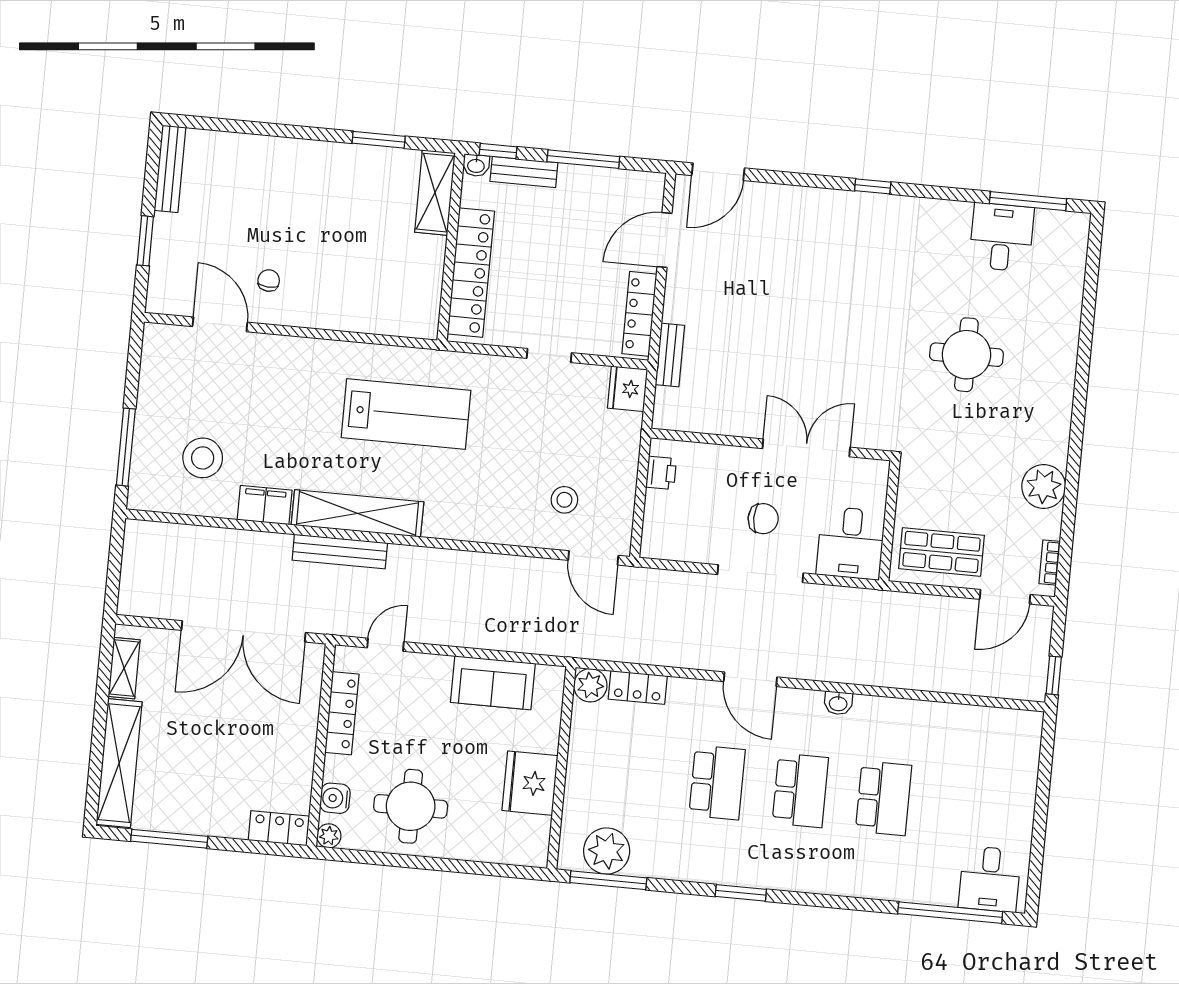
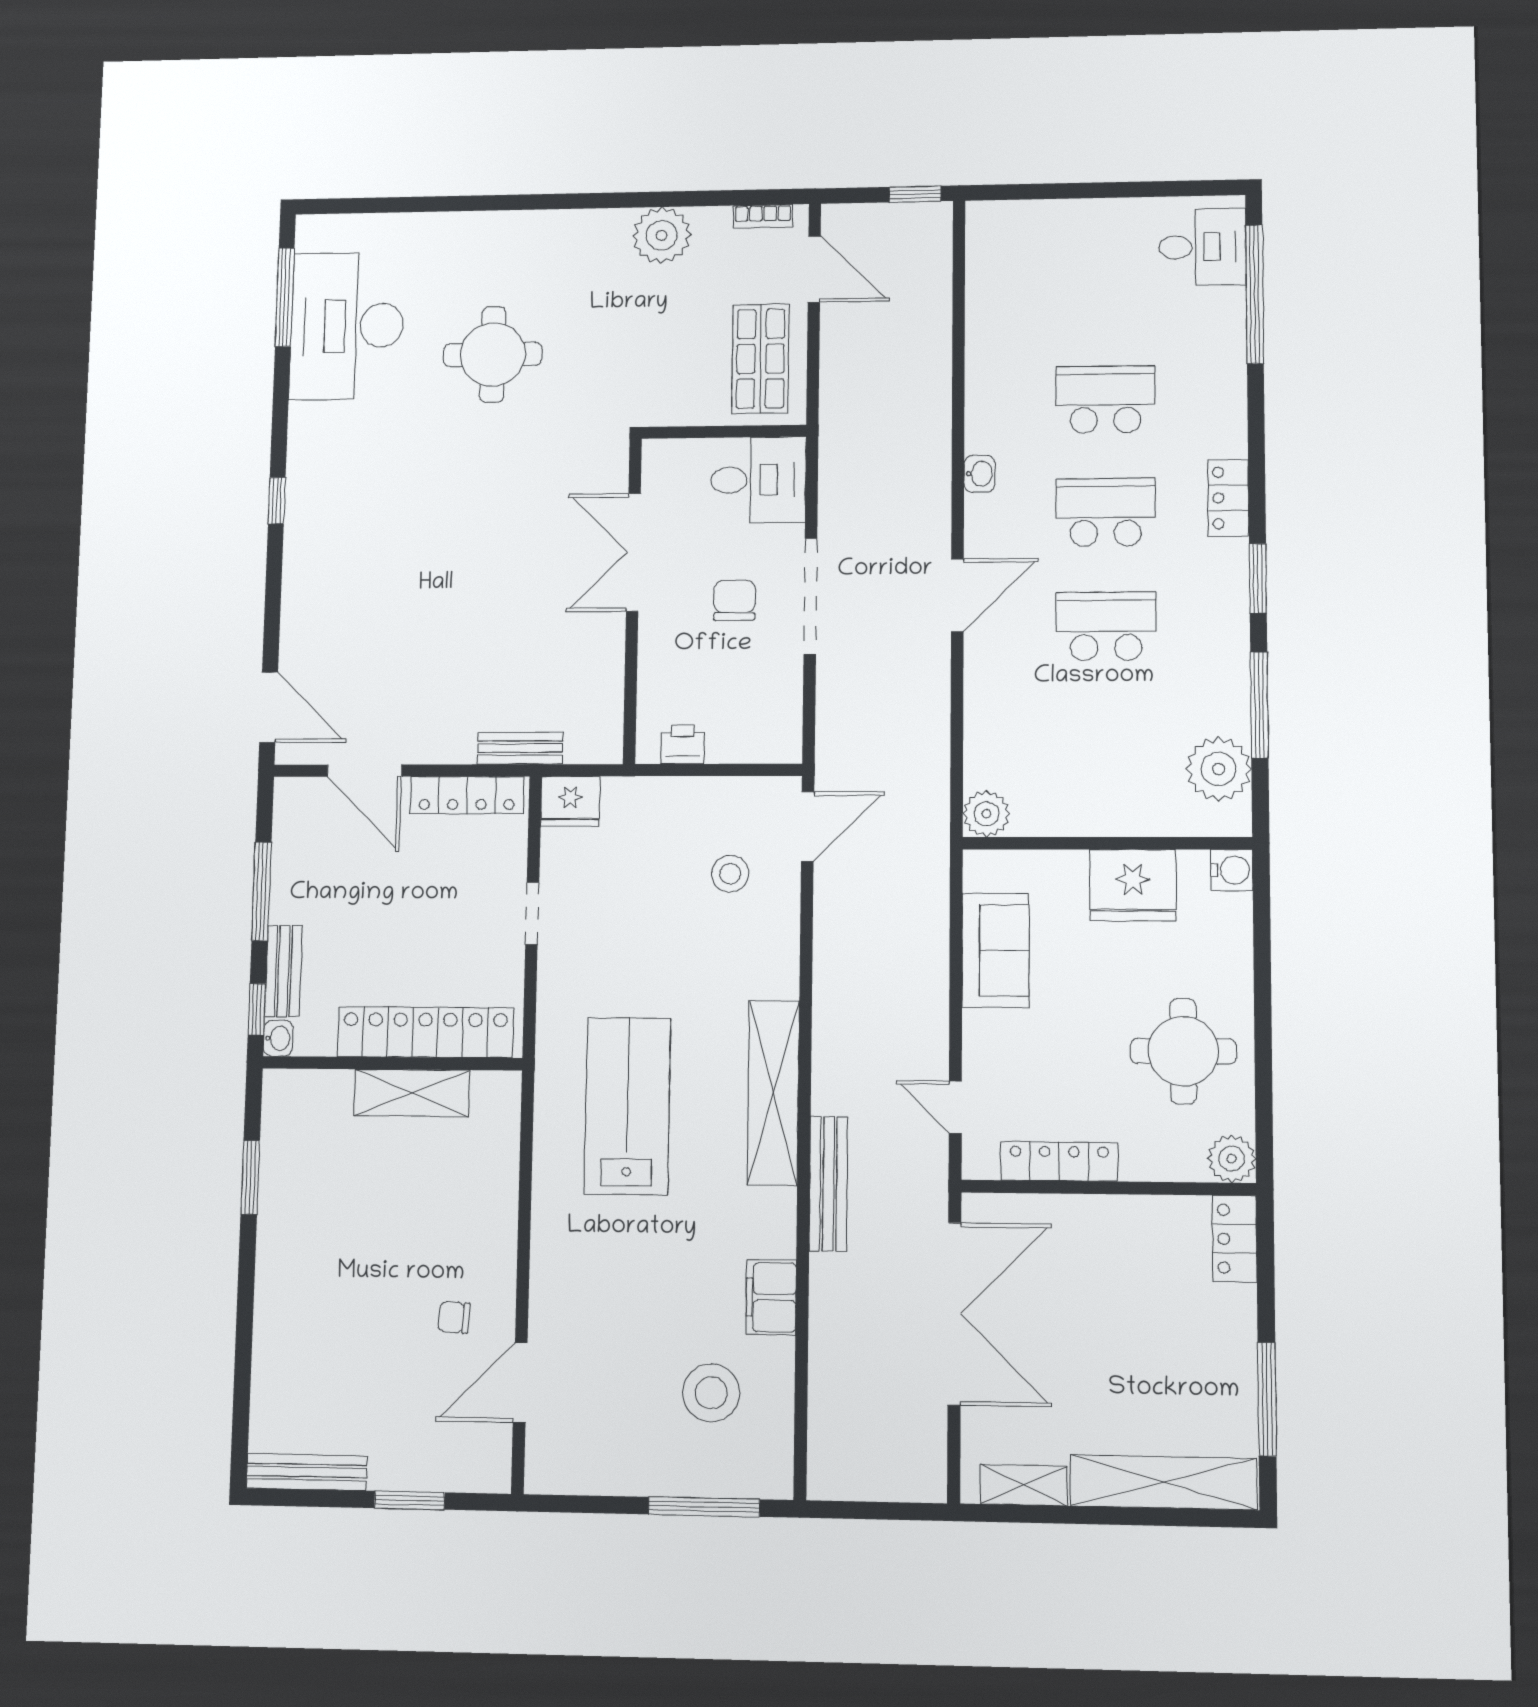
shelving: (435, 193) -> (412, 1093), moved
desk: (1001, 237) -> (347, 326), width x1.87, depth x1.30
shelving: (357, 513) -> (773, 1093), moved
locker: (638, 687) -> (1228, 498), moved, turned 180
water cooler: (335, 798) -> (1232, 870), moved, turned -90
plant: (329, 836) -> (1232, 1159), width x1.38, depth x1.38
window: (608, 880) -> (1259, 705), moved

